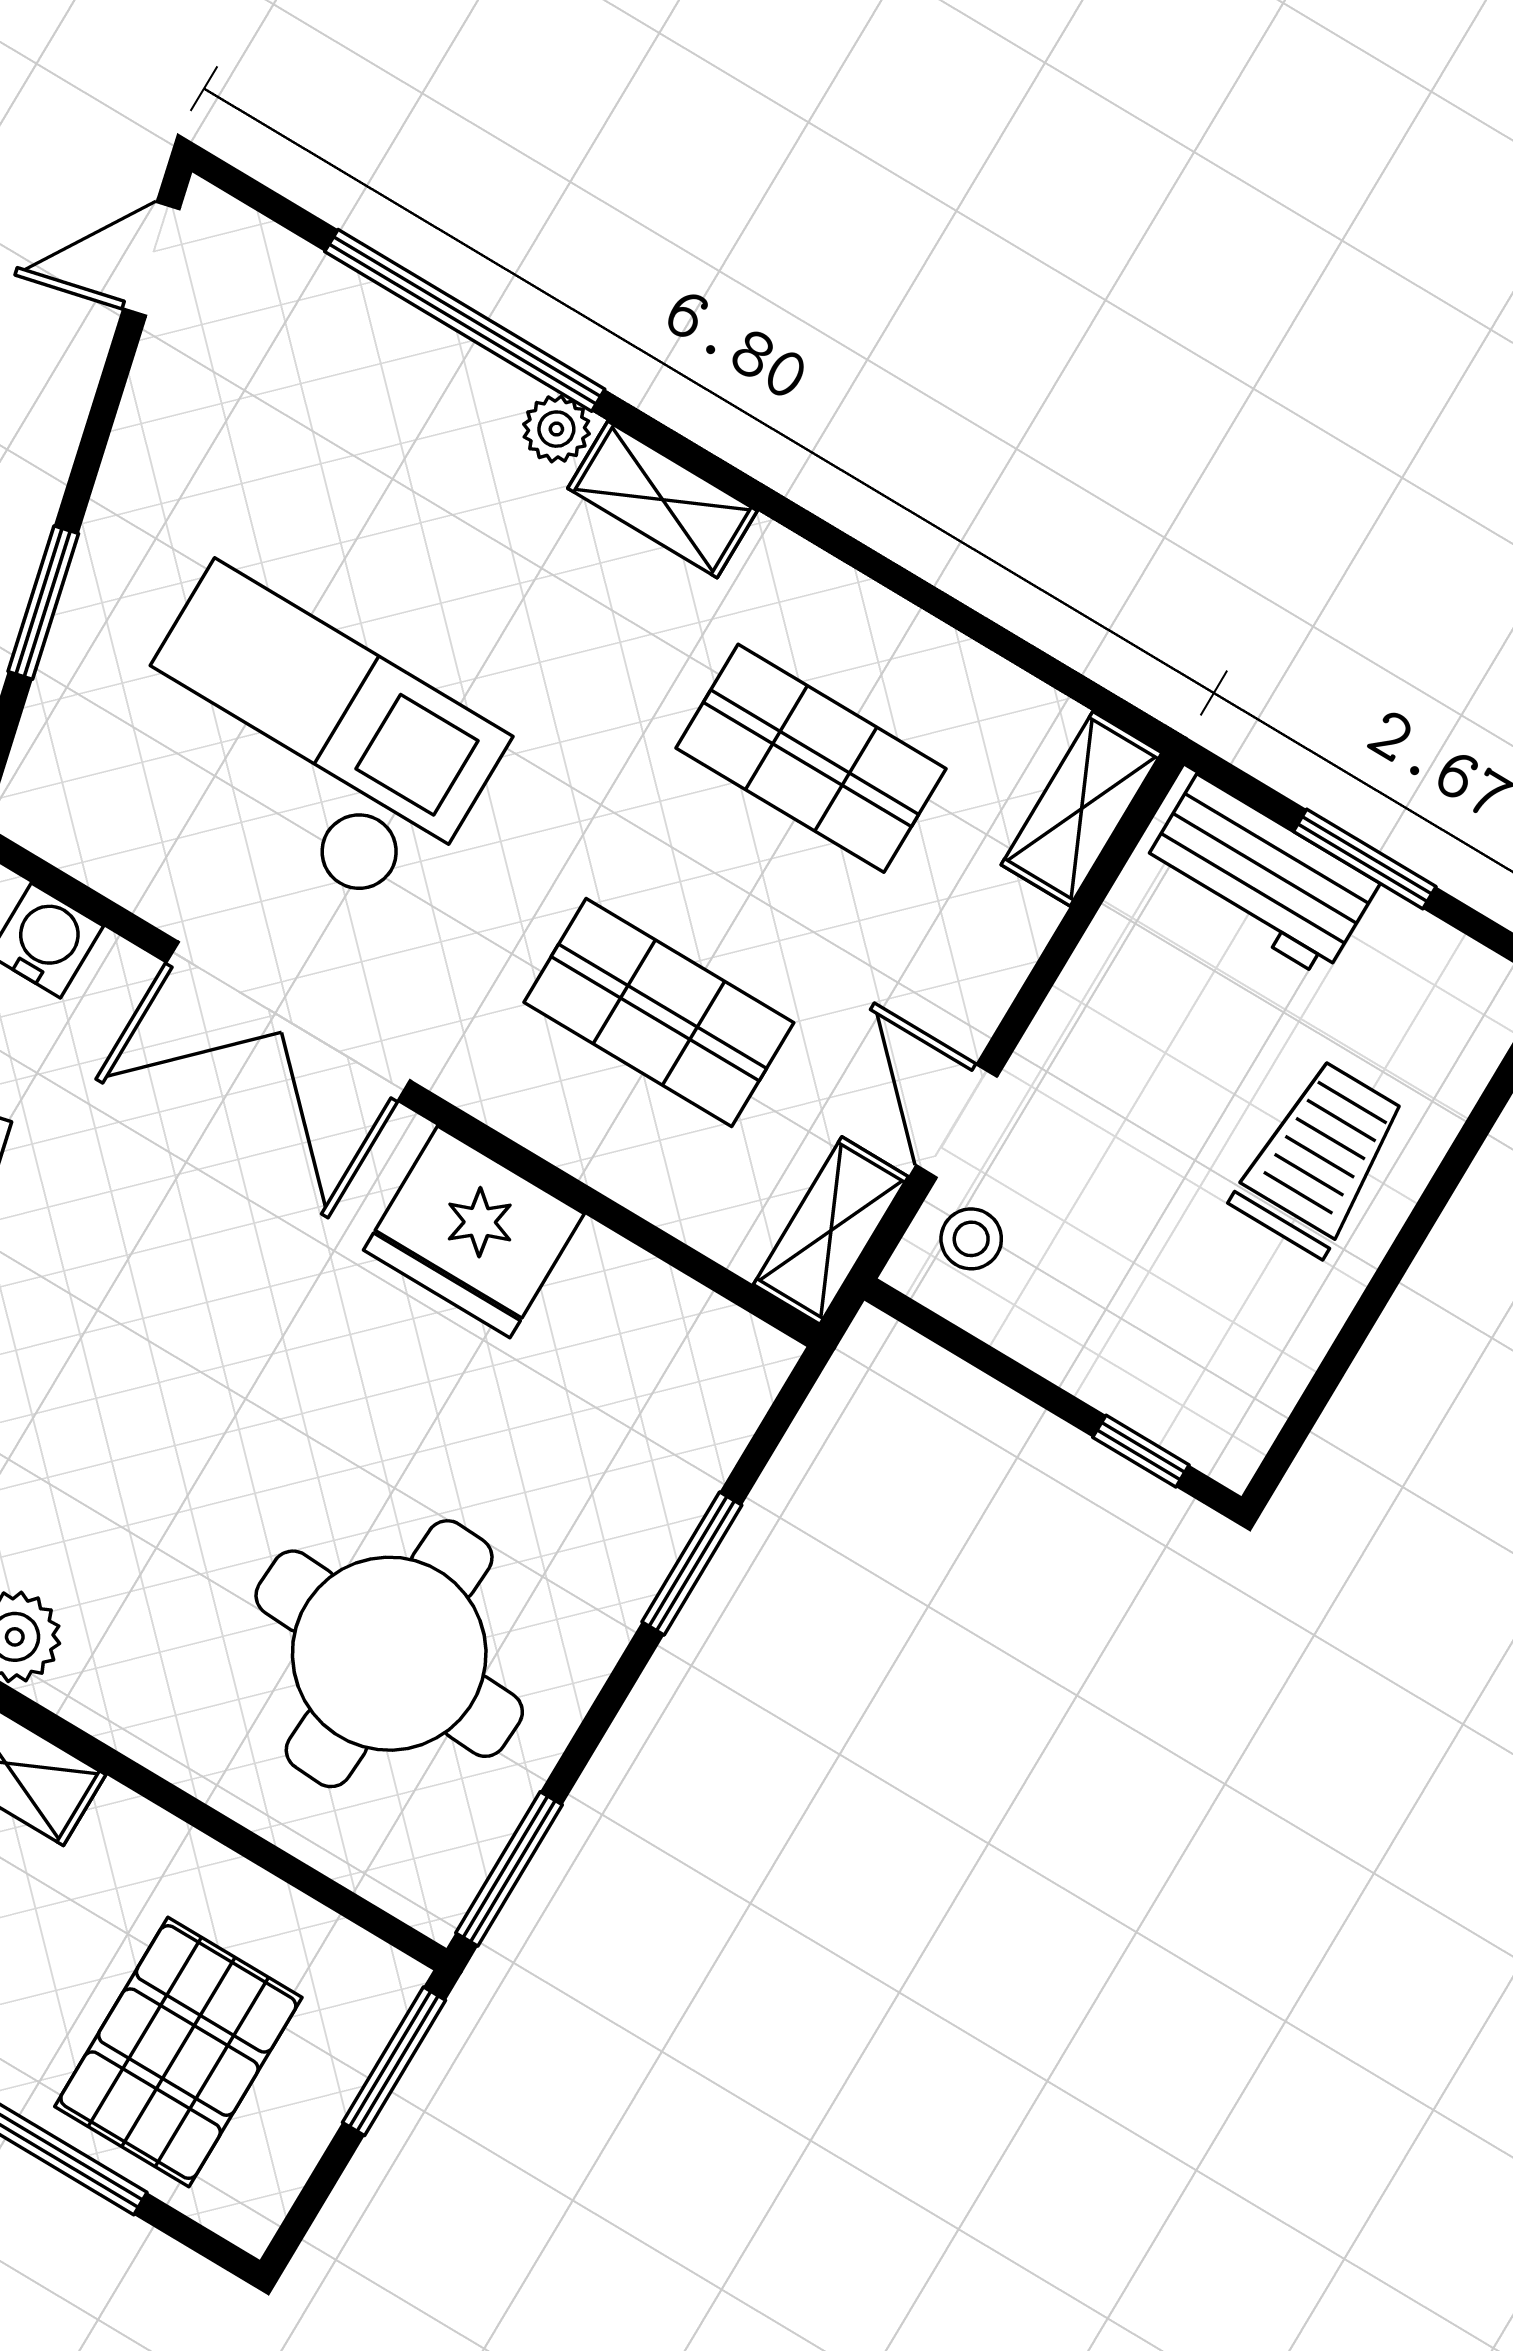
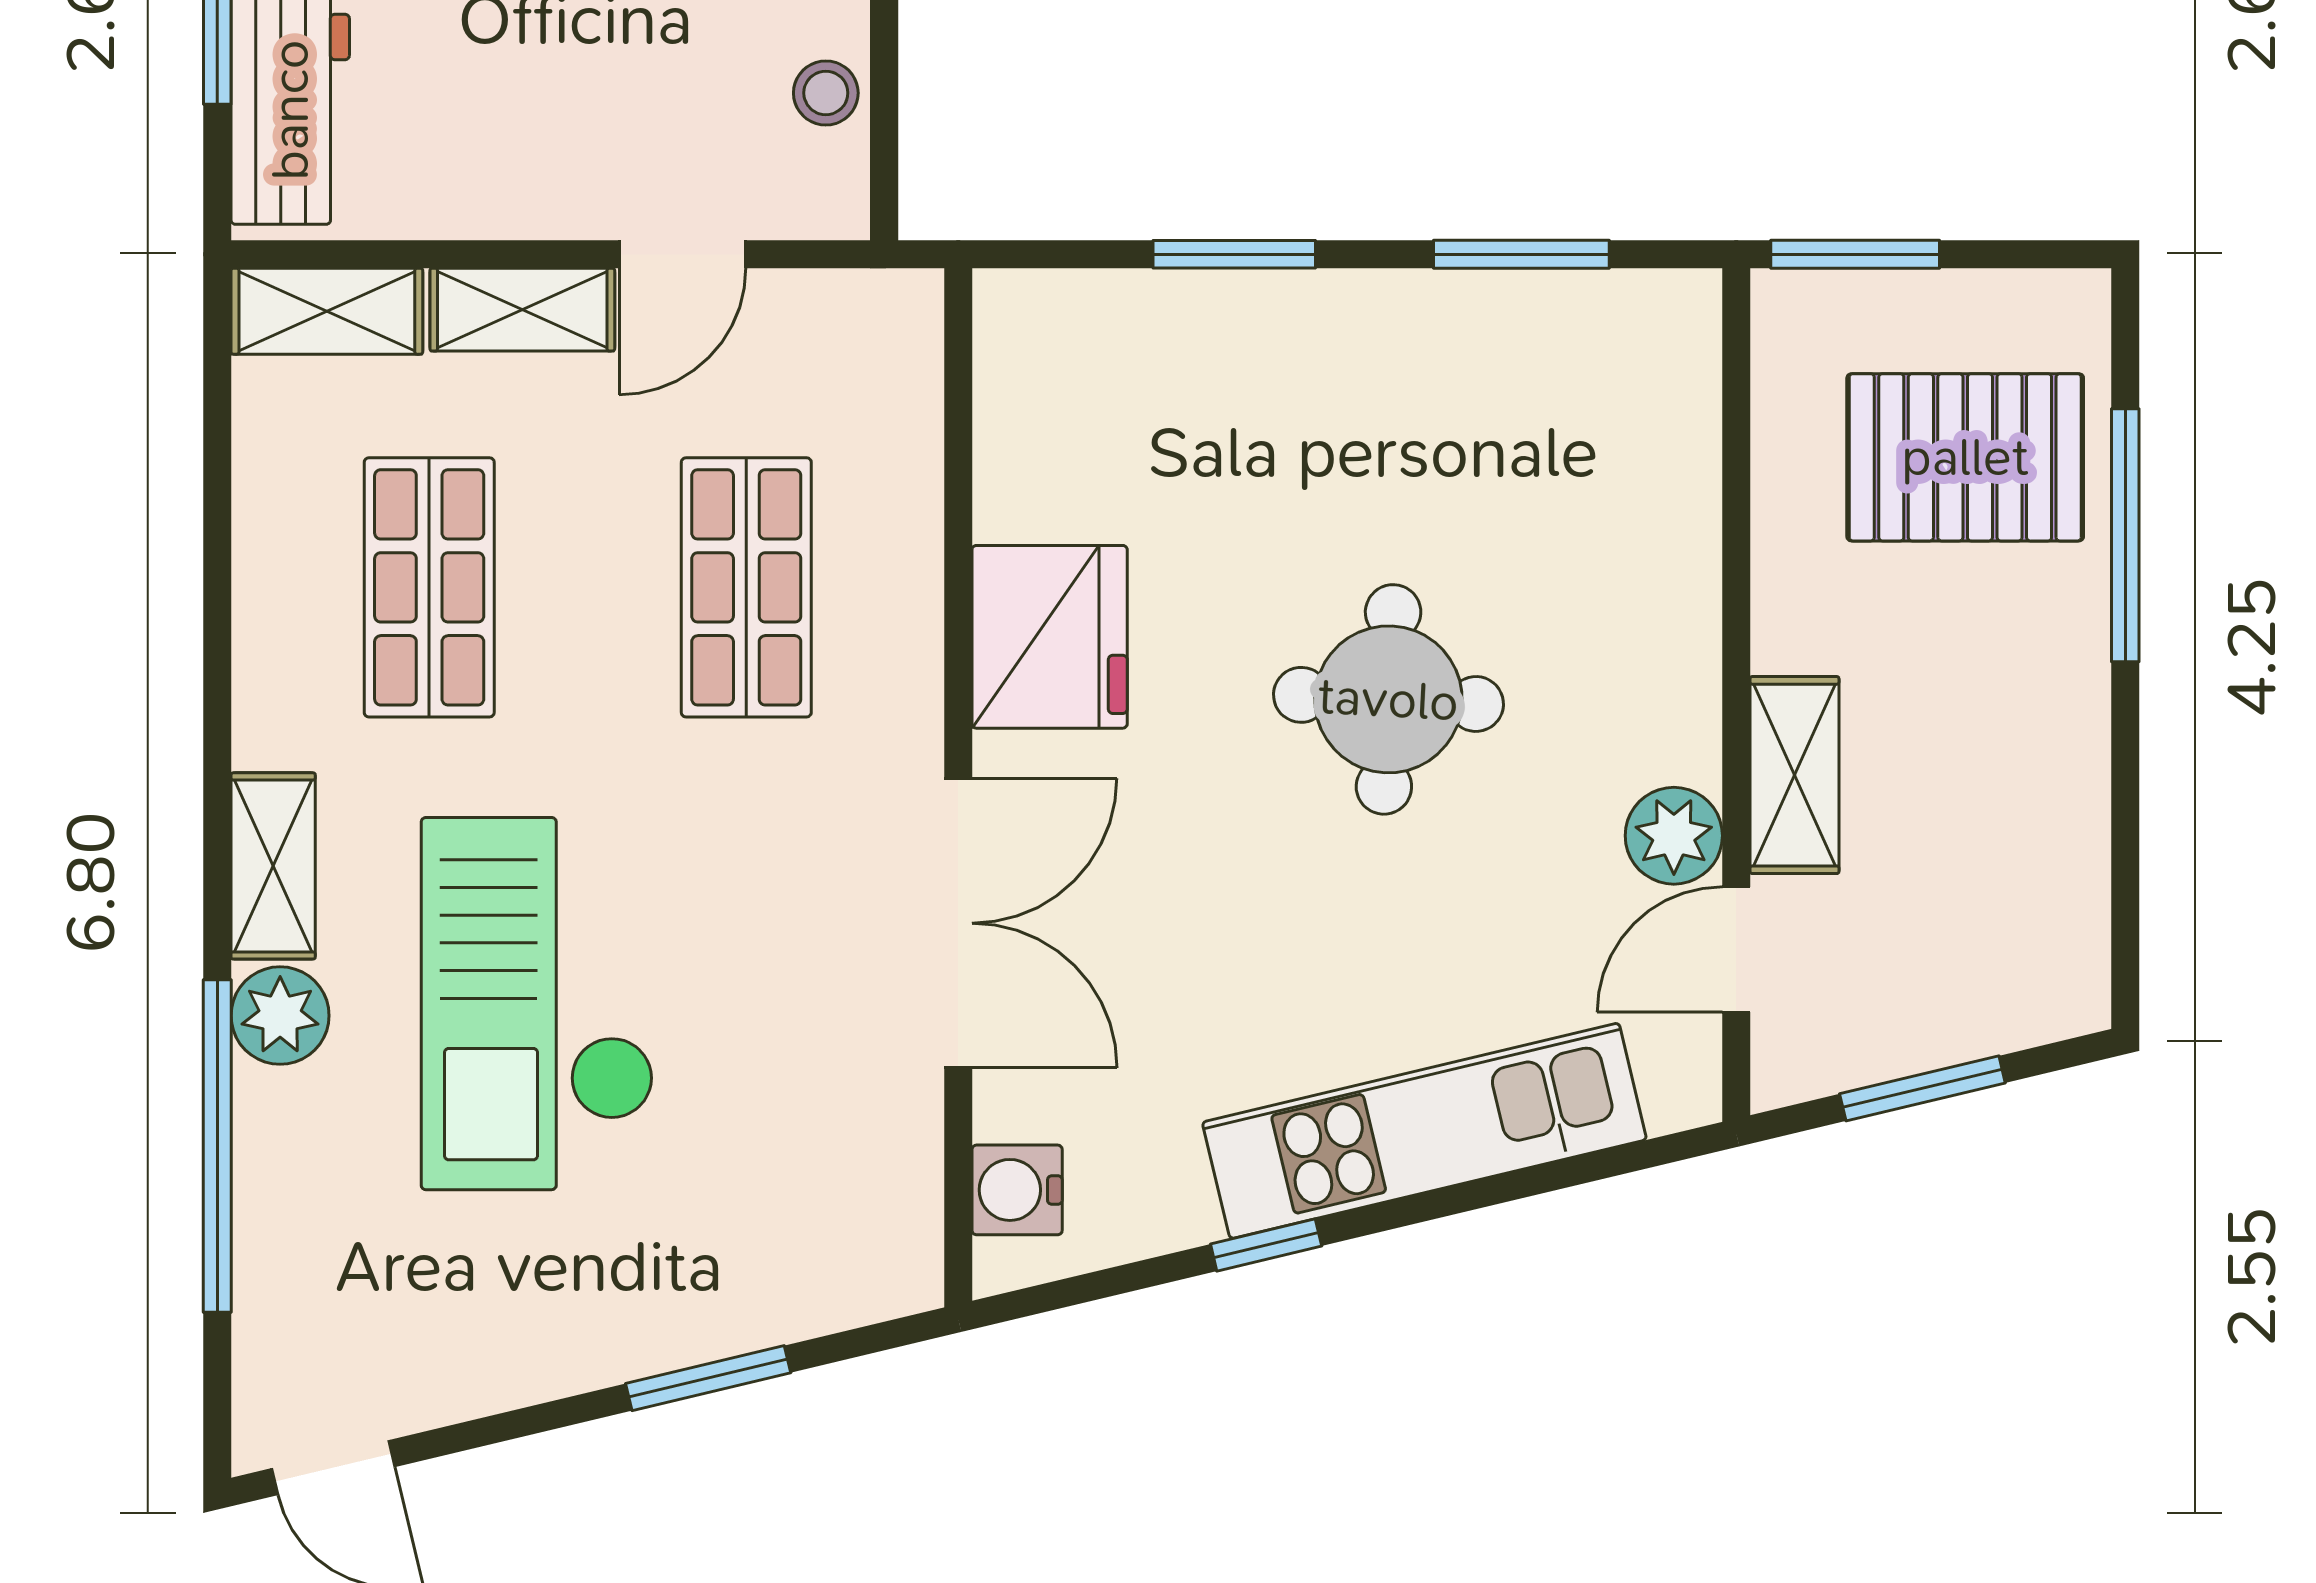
plant: (556, 429) -> (280, 1016), width x1.38, depth x1.38
checkout: (308, 740) -> (537, 1004), moved
shelving: (831, 1231) -> (522, 310), moved
stool: (971, 1239) -> (826, 93), moved
round table: (389, 1654) -> (1388, 699), moved, width x0.73, depth x0.73
window: (509, 1869) -> (1521, 254), moved

